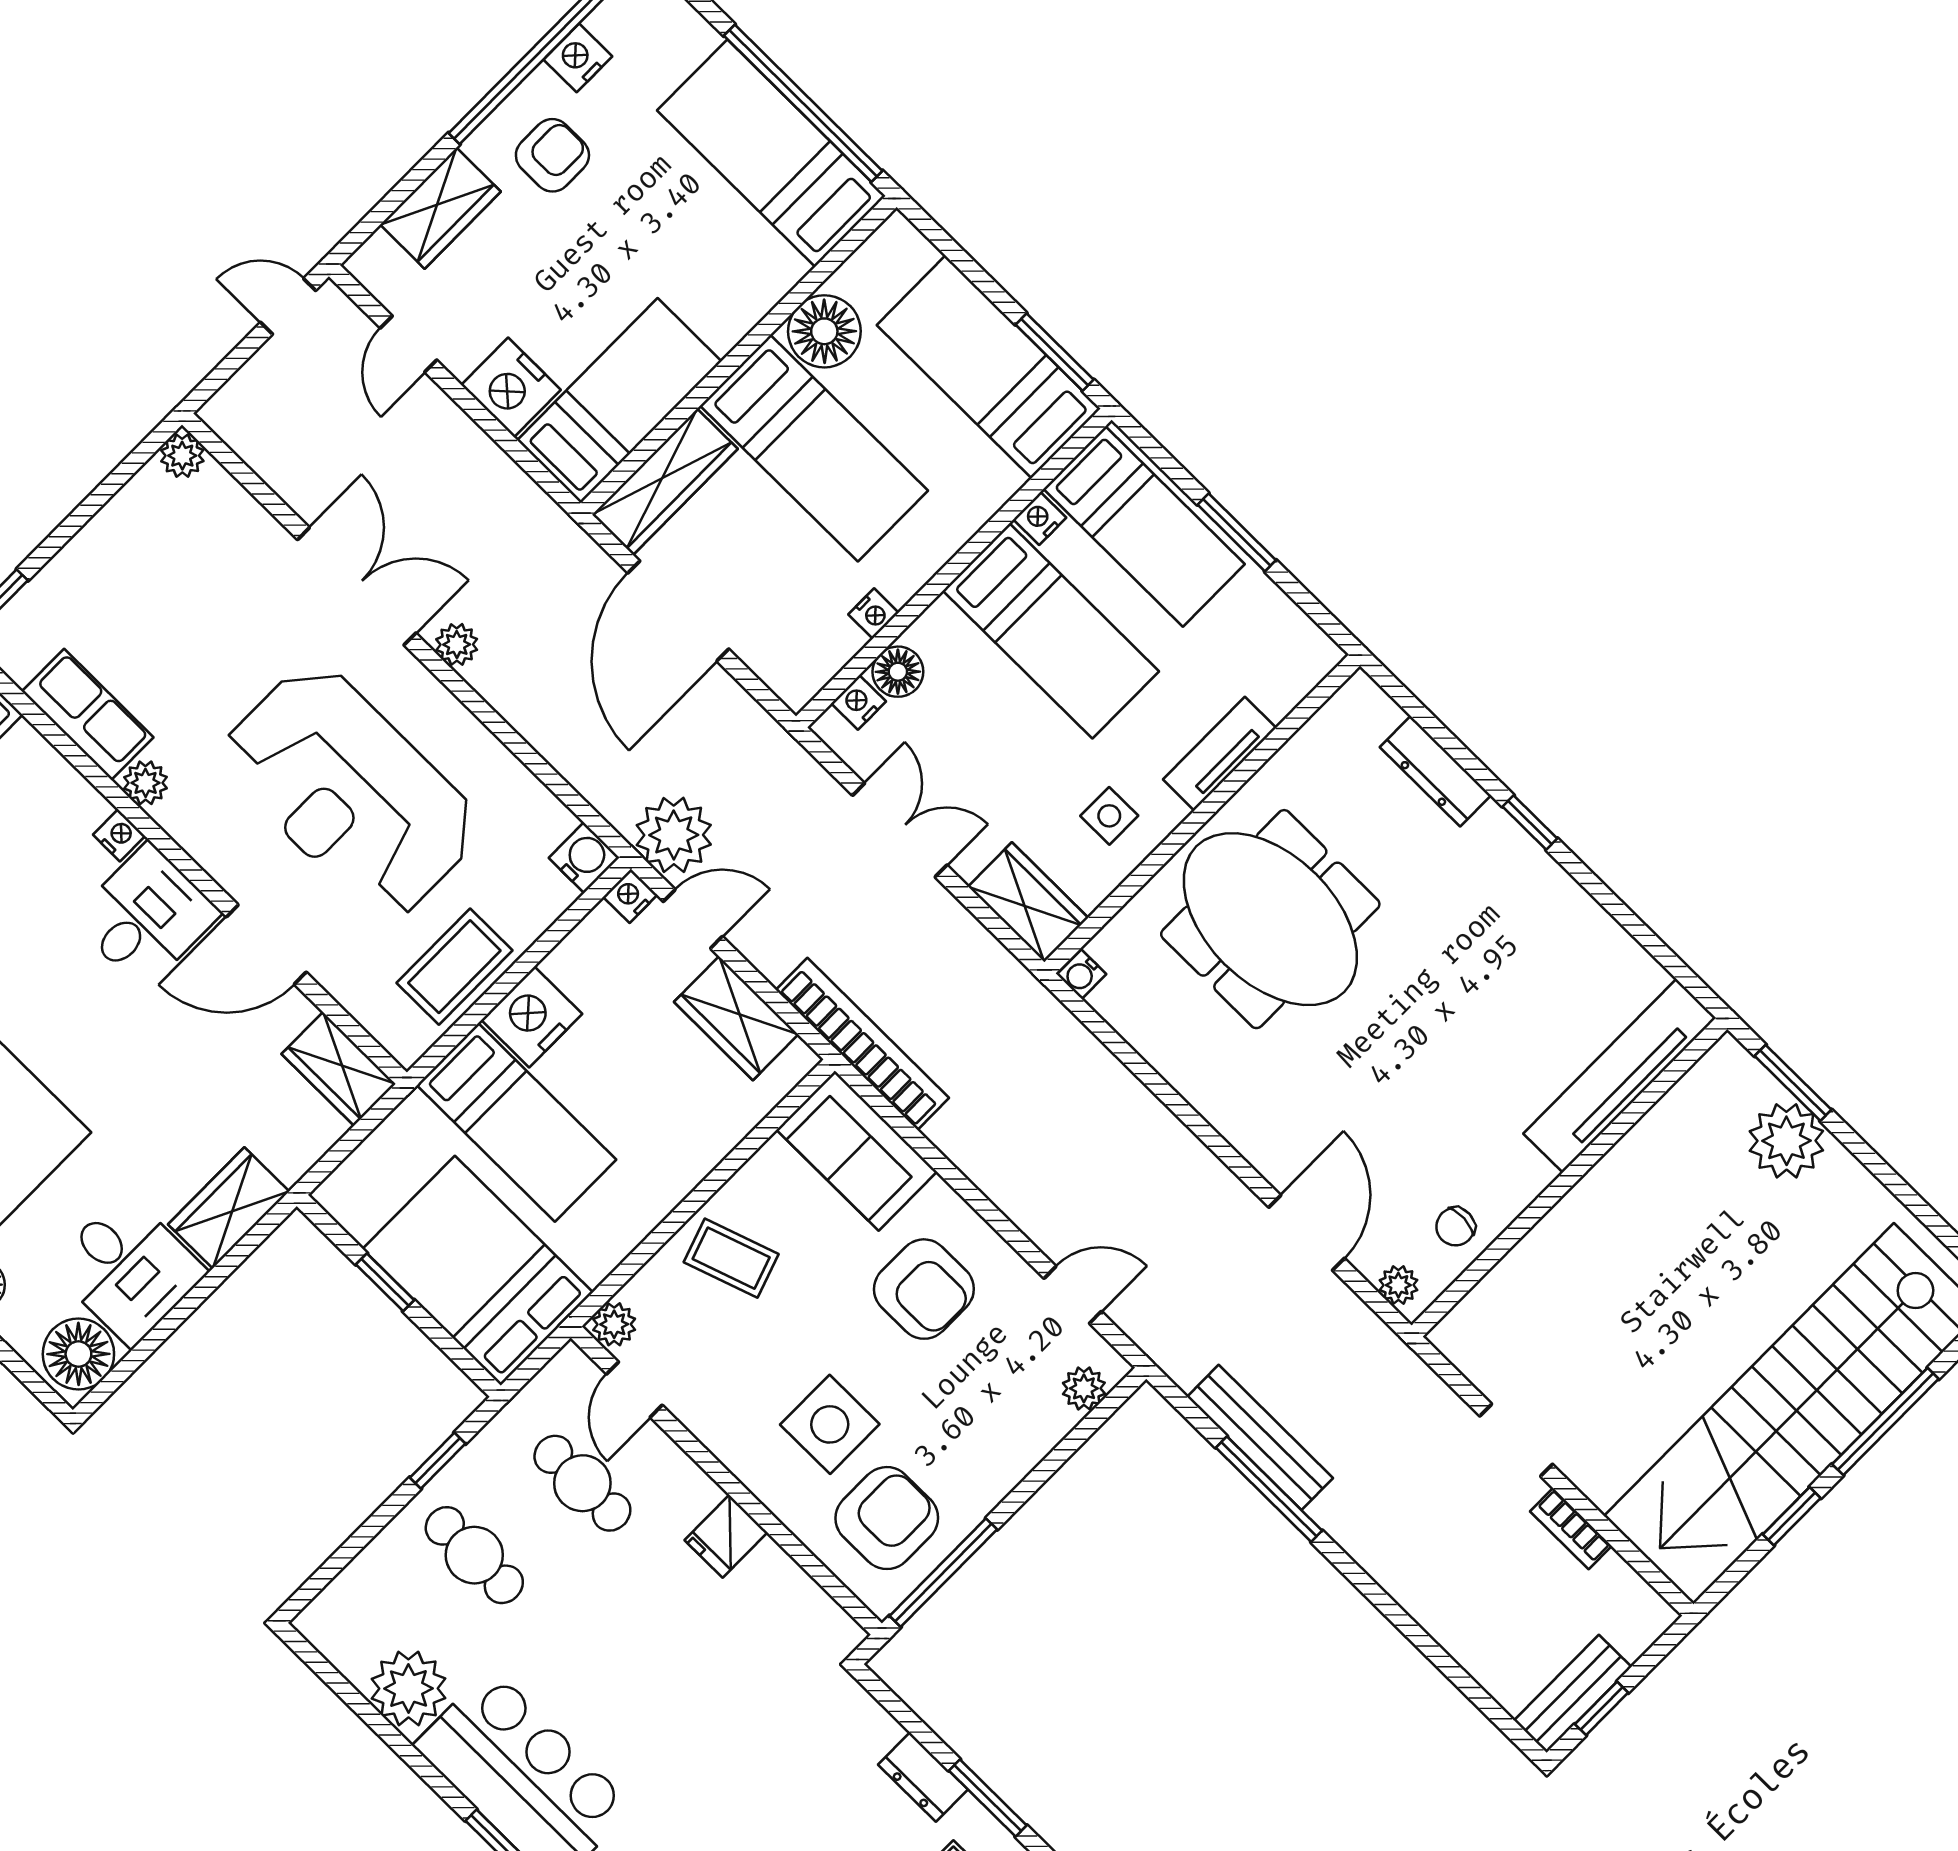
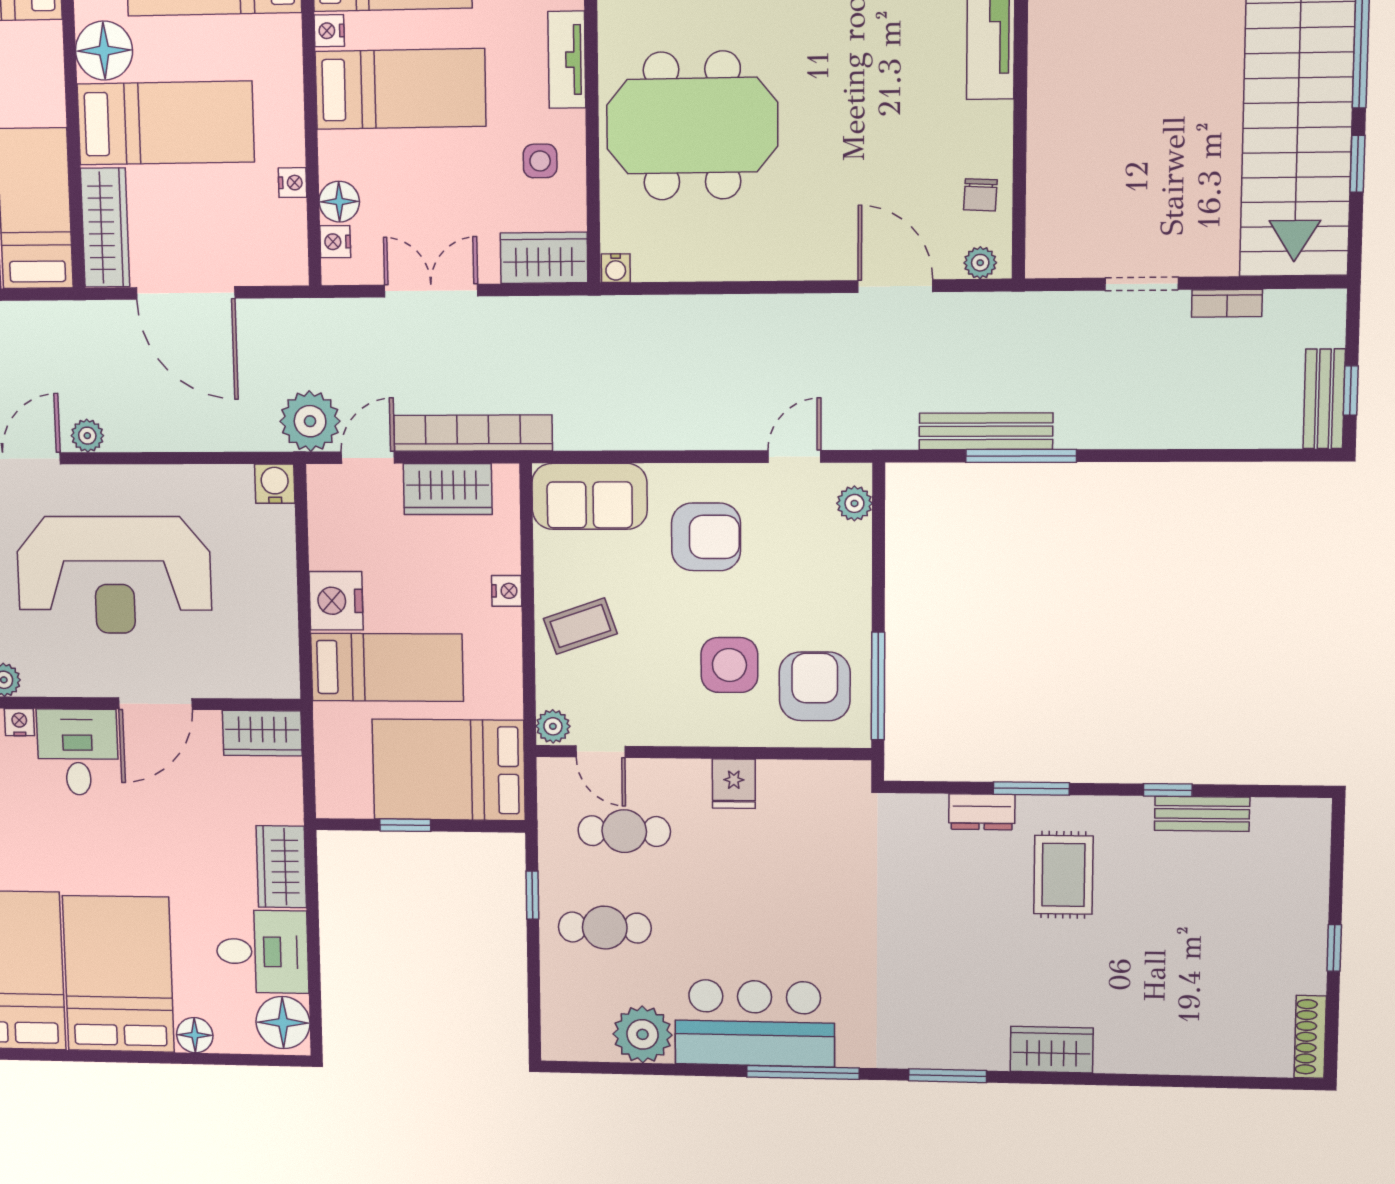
nightstand: (630, 896) -> (507, 591), moved, turned 180
coffee table: (454, 967) -> (267, 615), removed
bookcase: (862, 1044) -> (473, 433), moved

